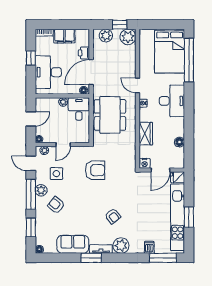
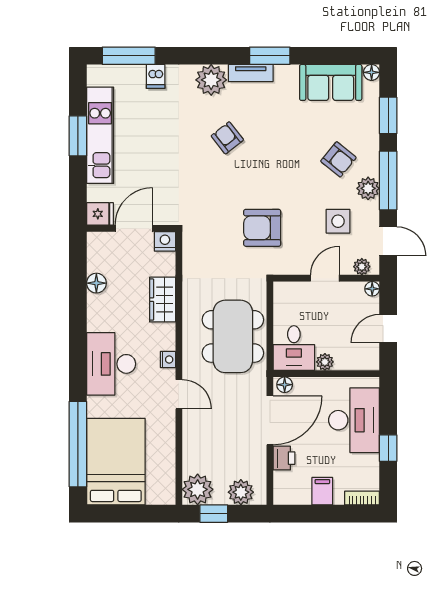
filing cabinet: (64, 36) -> (322, 491), width x0.50
kitchen unit: (178, 217) -> (100, 135), width x0.73
sofa: (73, 244) -> (331, 82), moved

